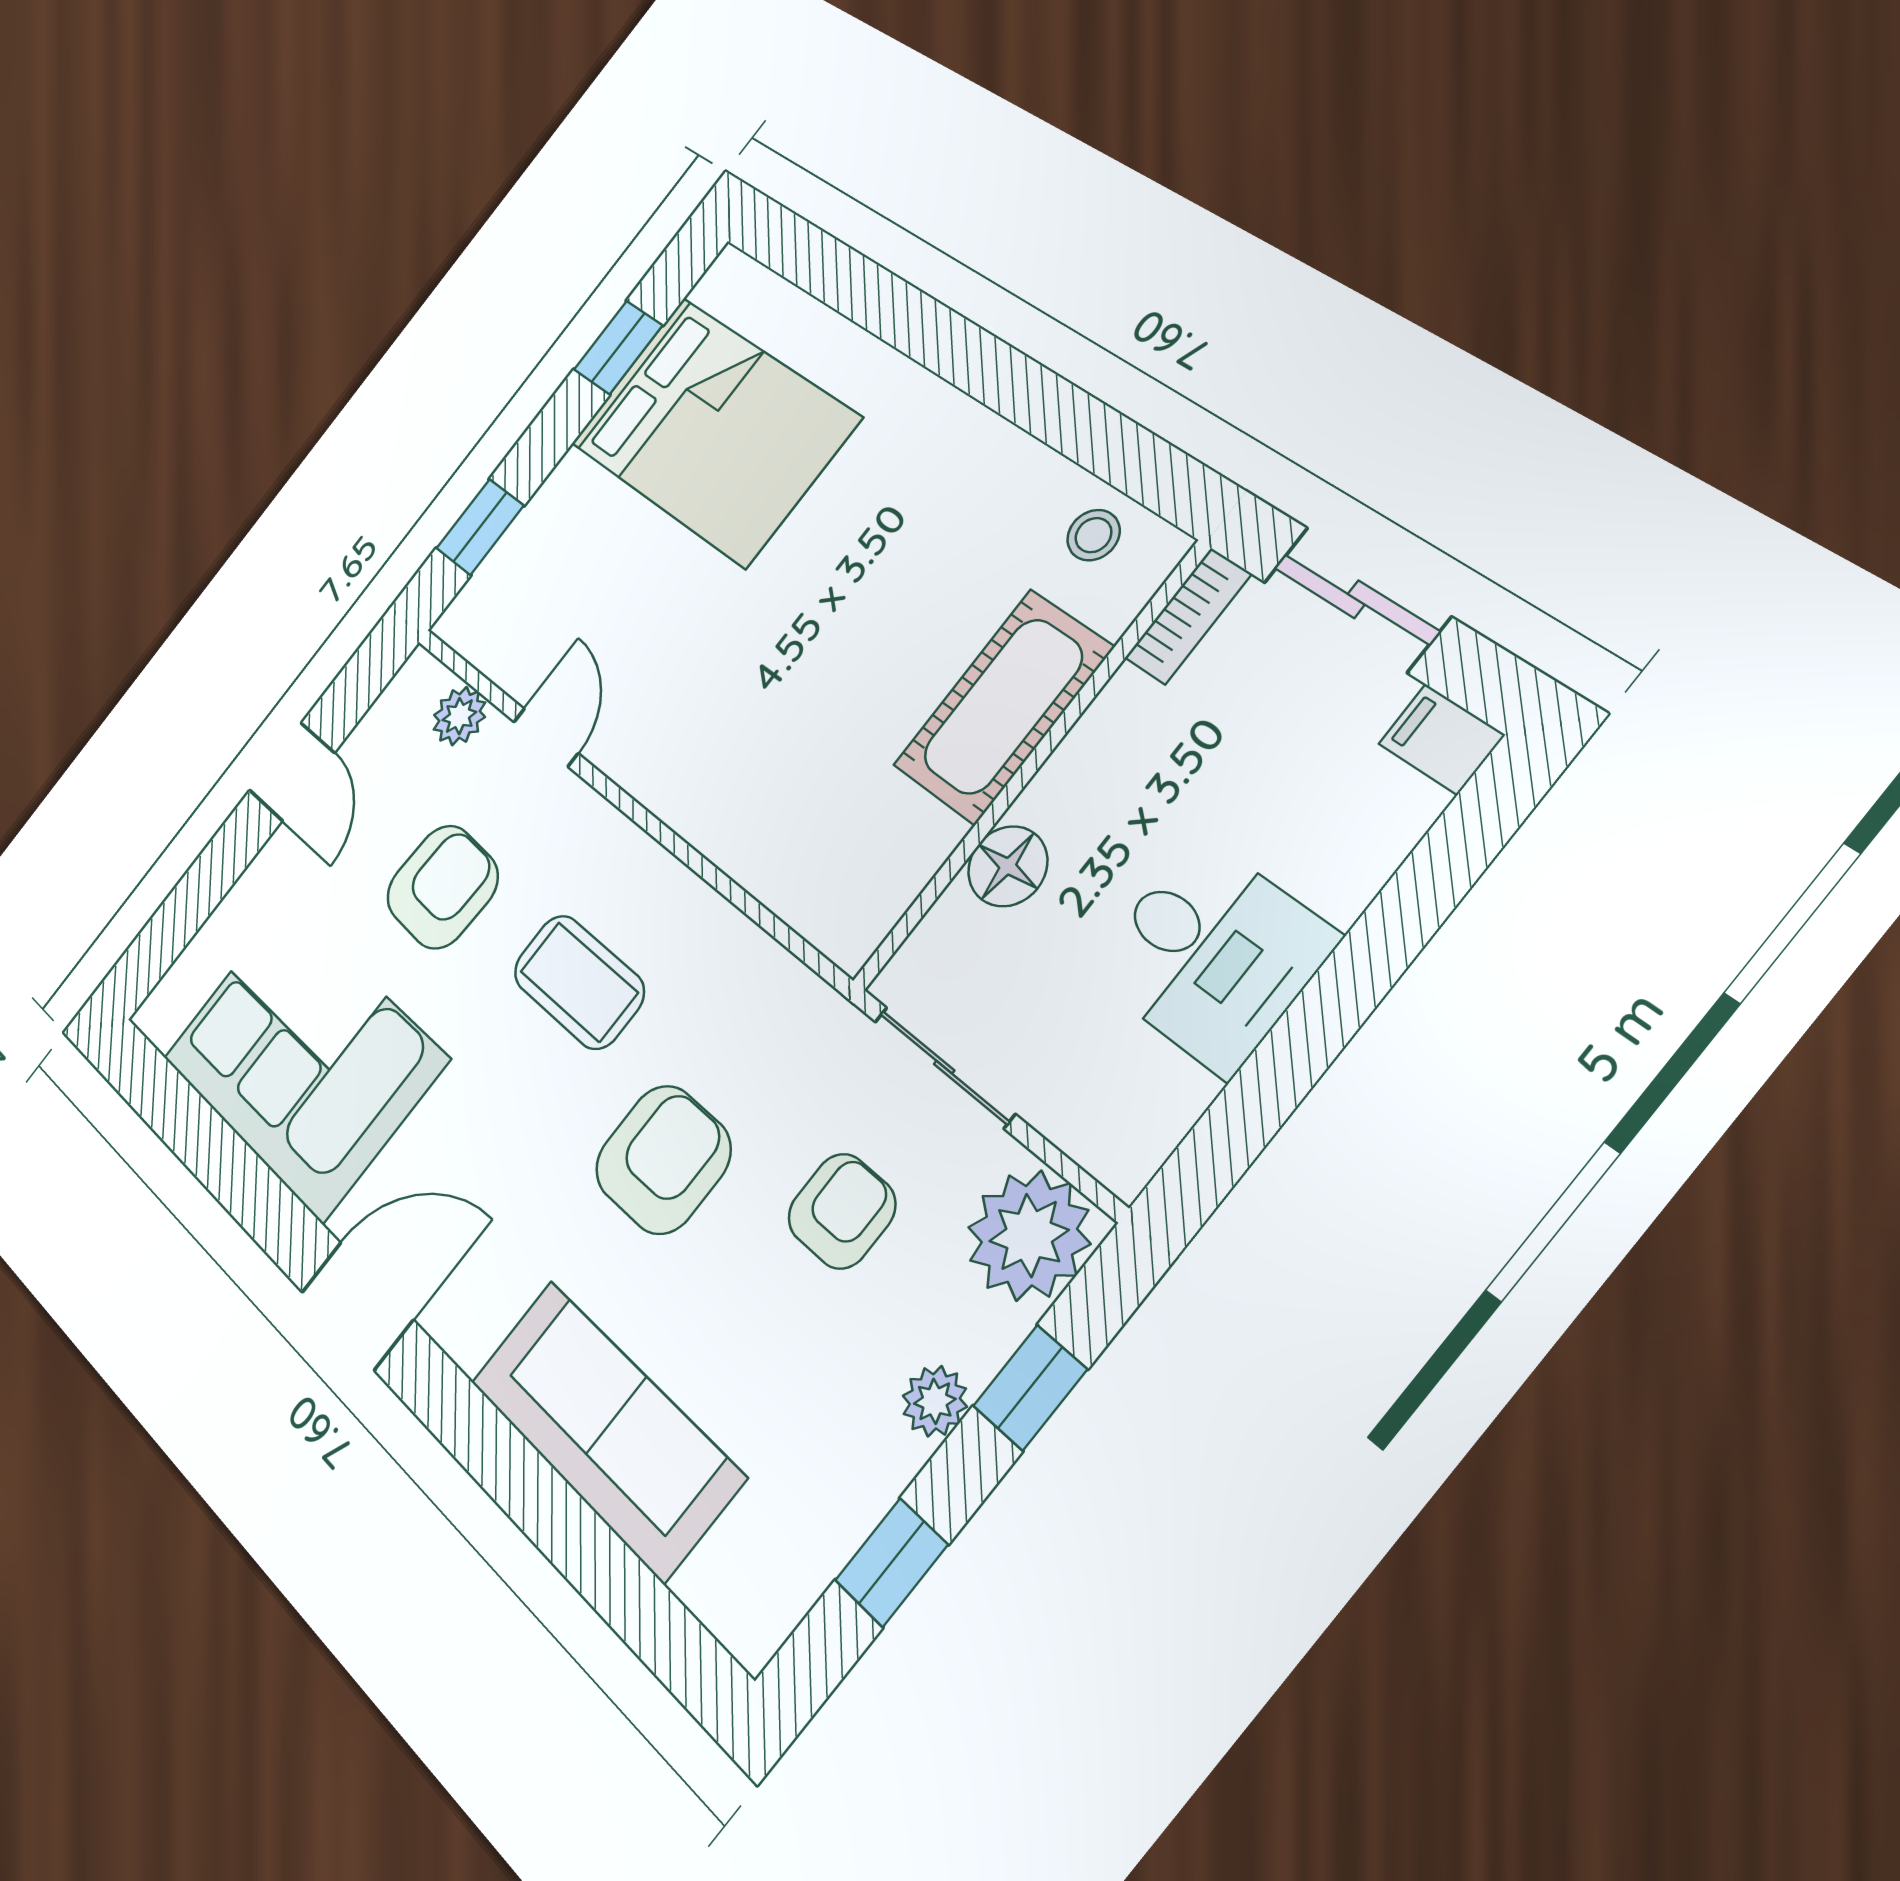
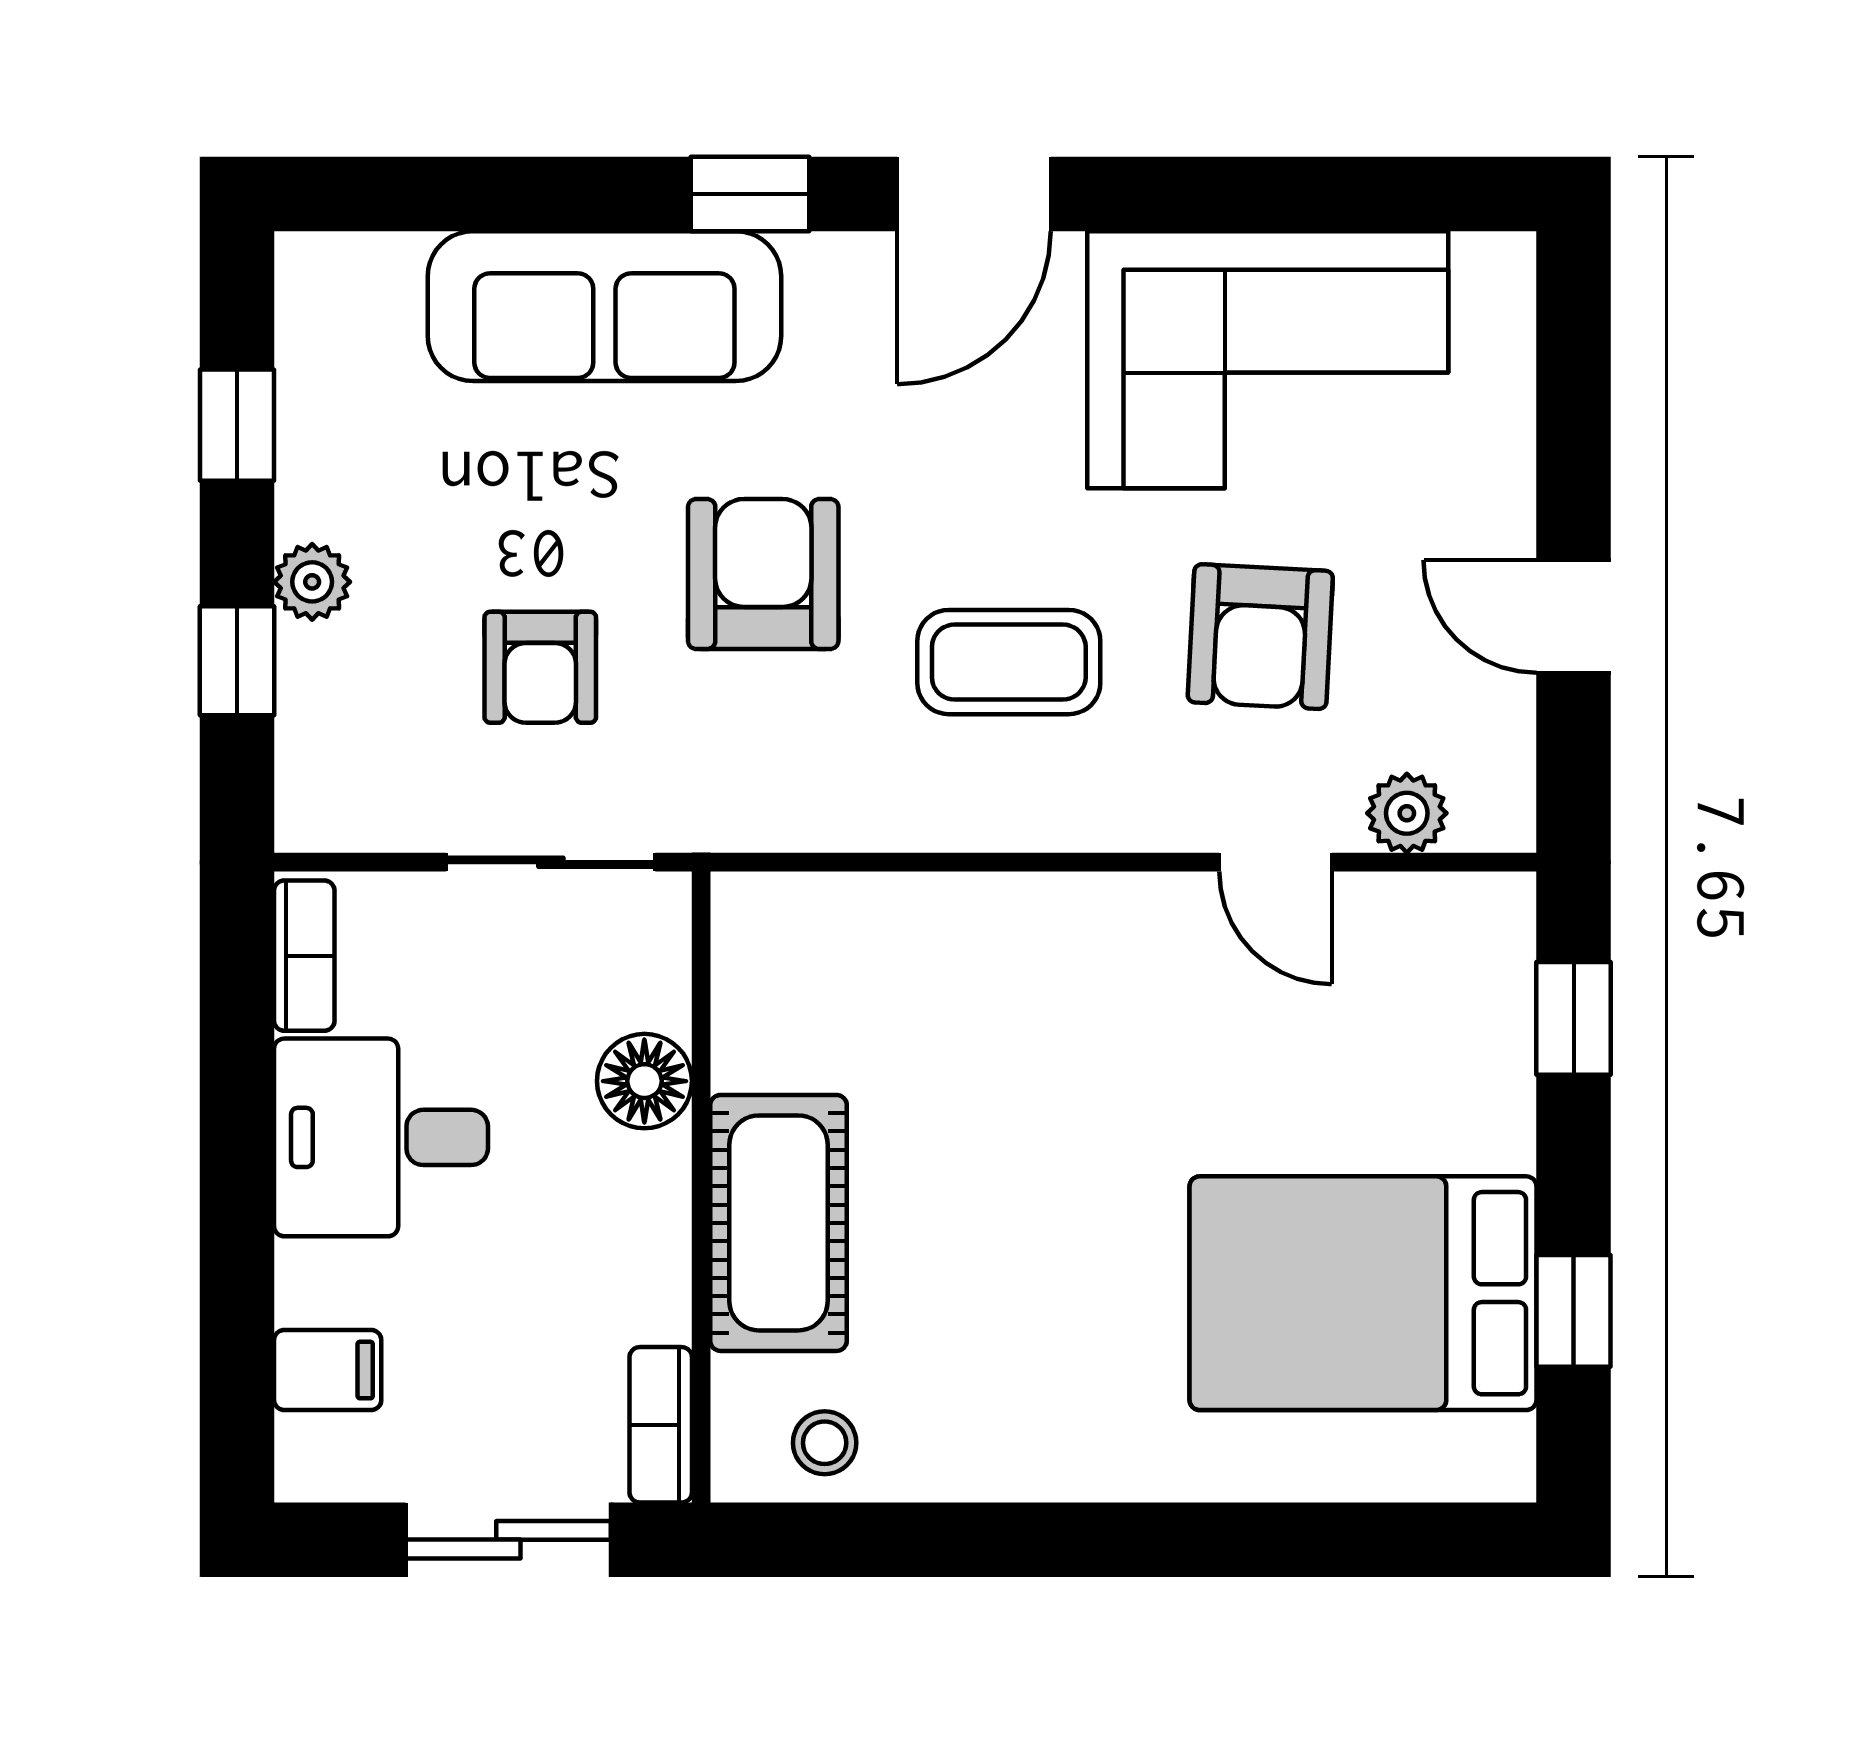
filing cabinet: (1441, 739) -> (328, 1370), moved
bookcase: (1158, 1130) -> (304, 956), added
armchair: (663, 1159) -> (763, 574), turned 180
plant: (1029, 1235) -> (345, 782), removed
window: (468, 1424) -> (750, 194), added

